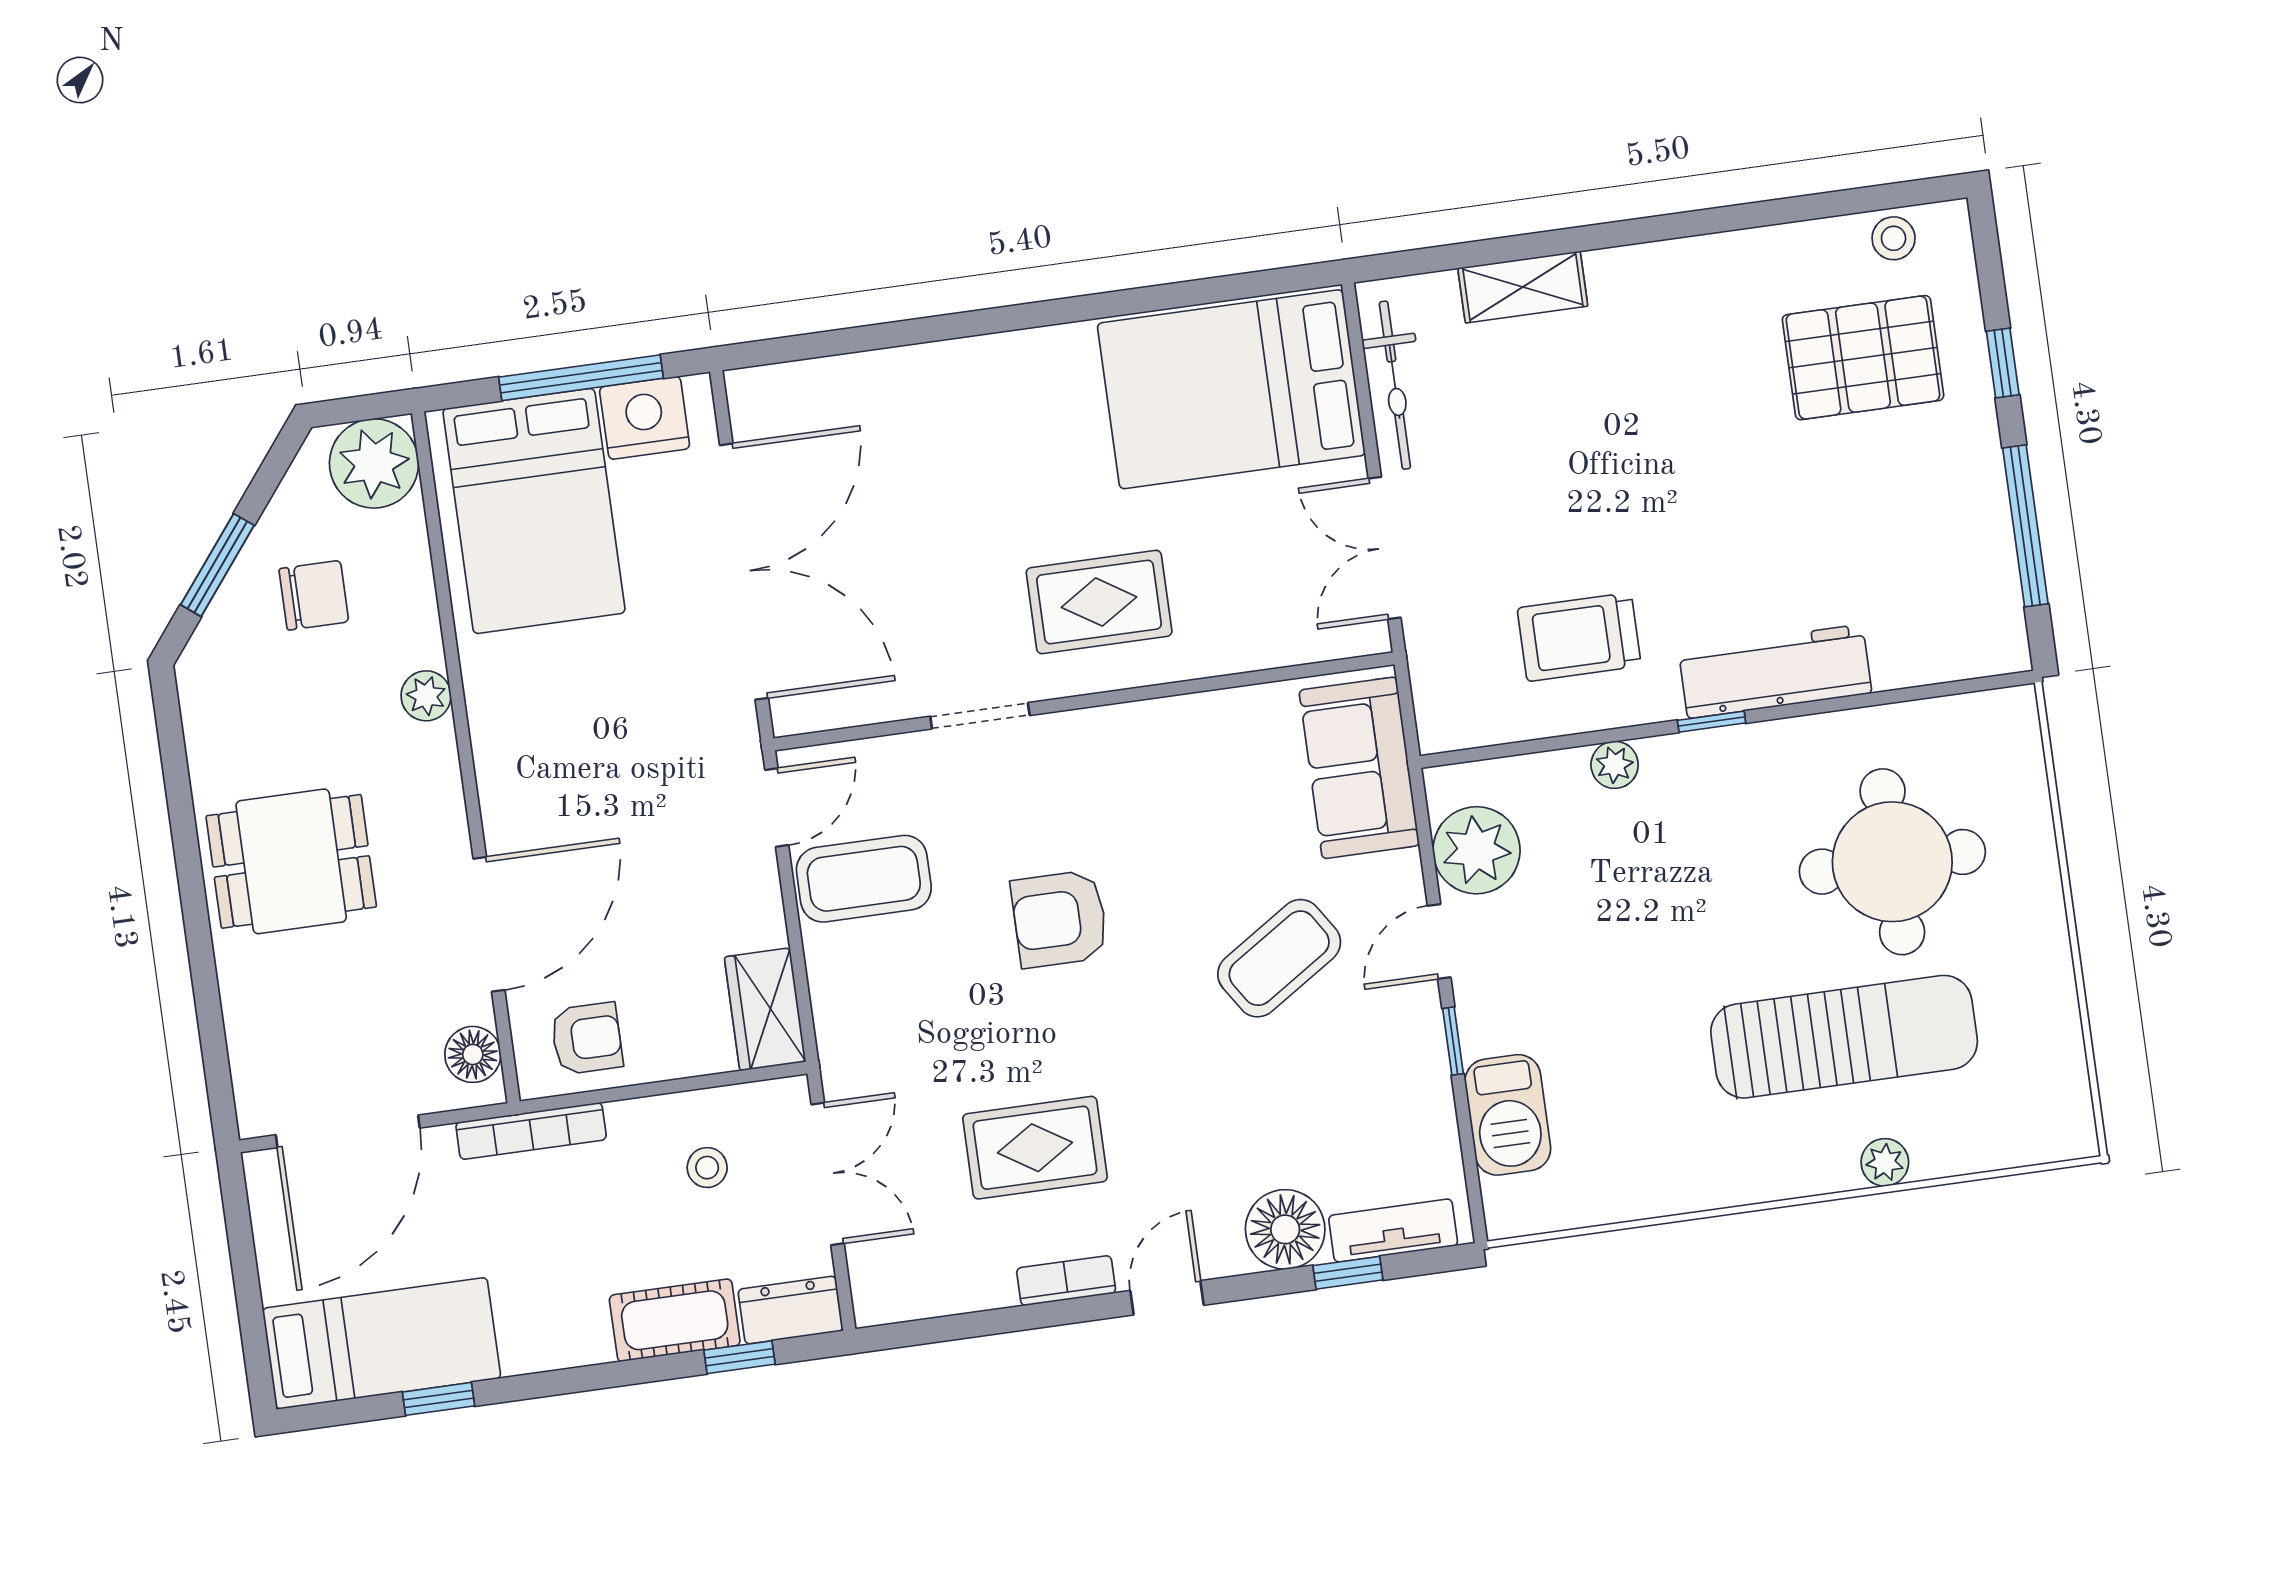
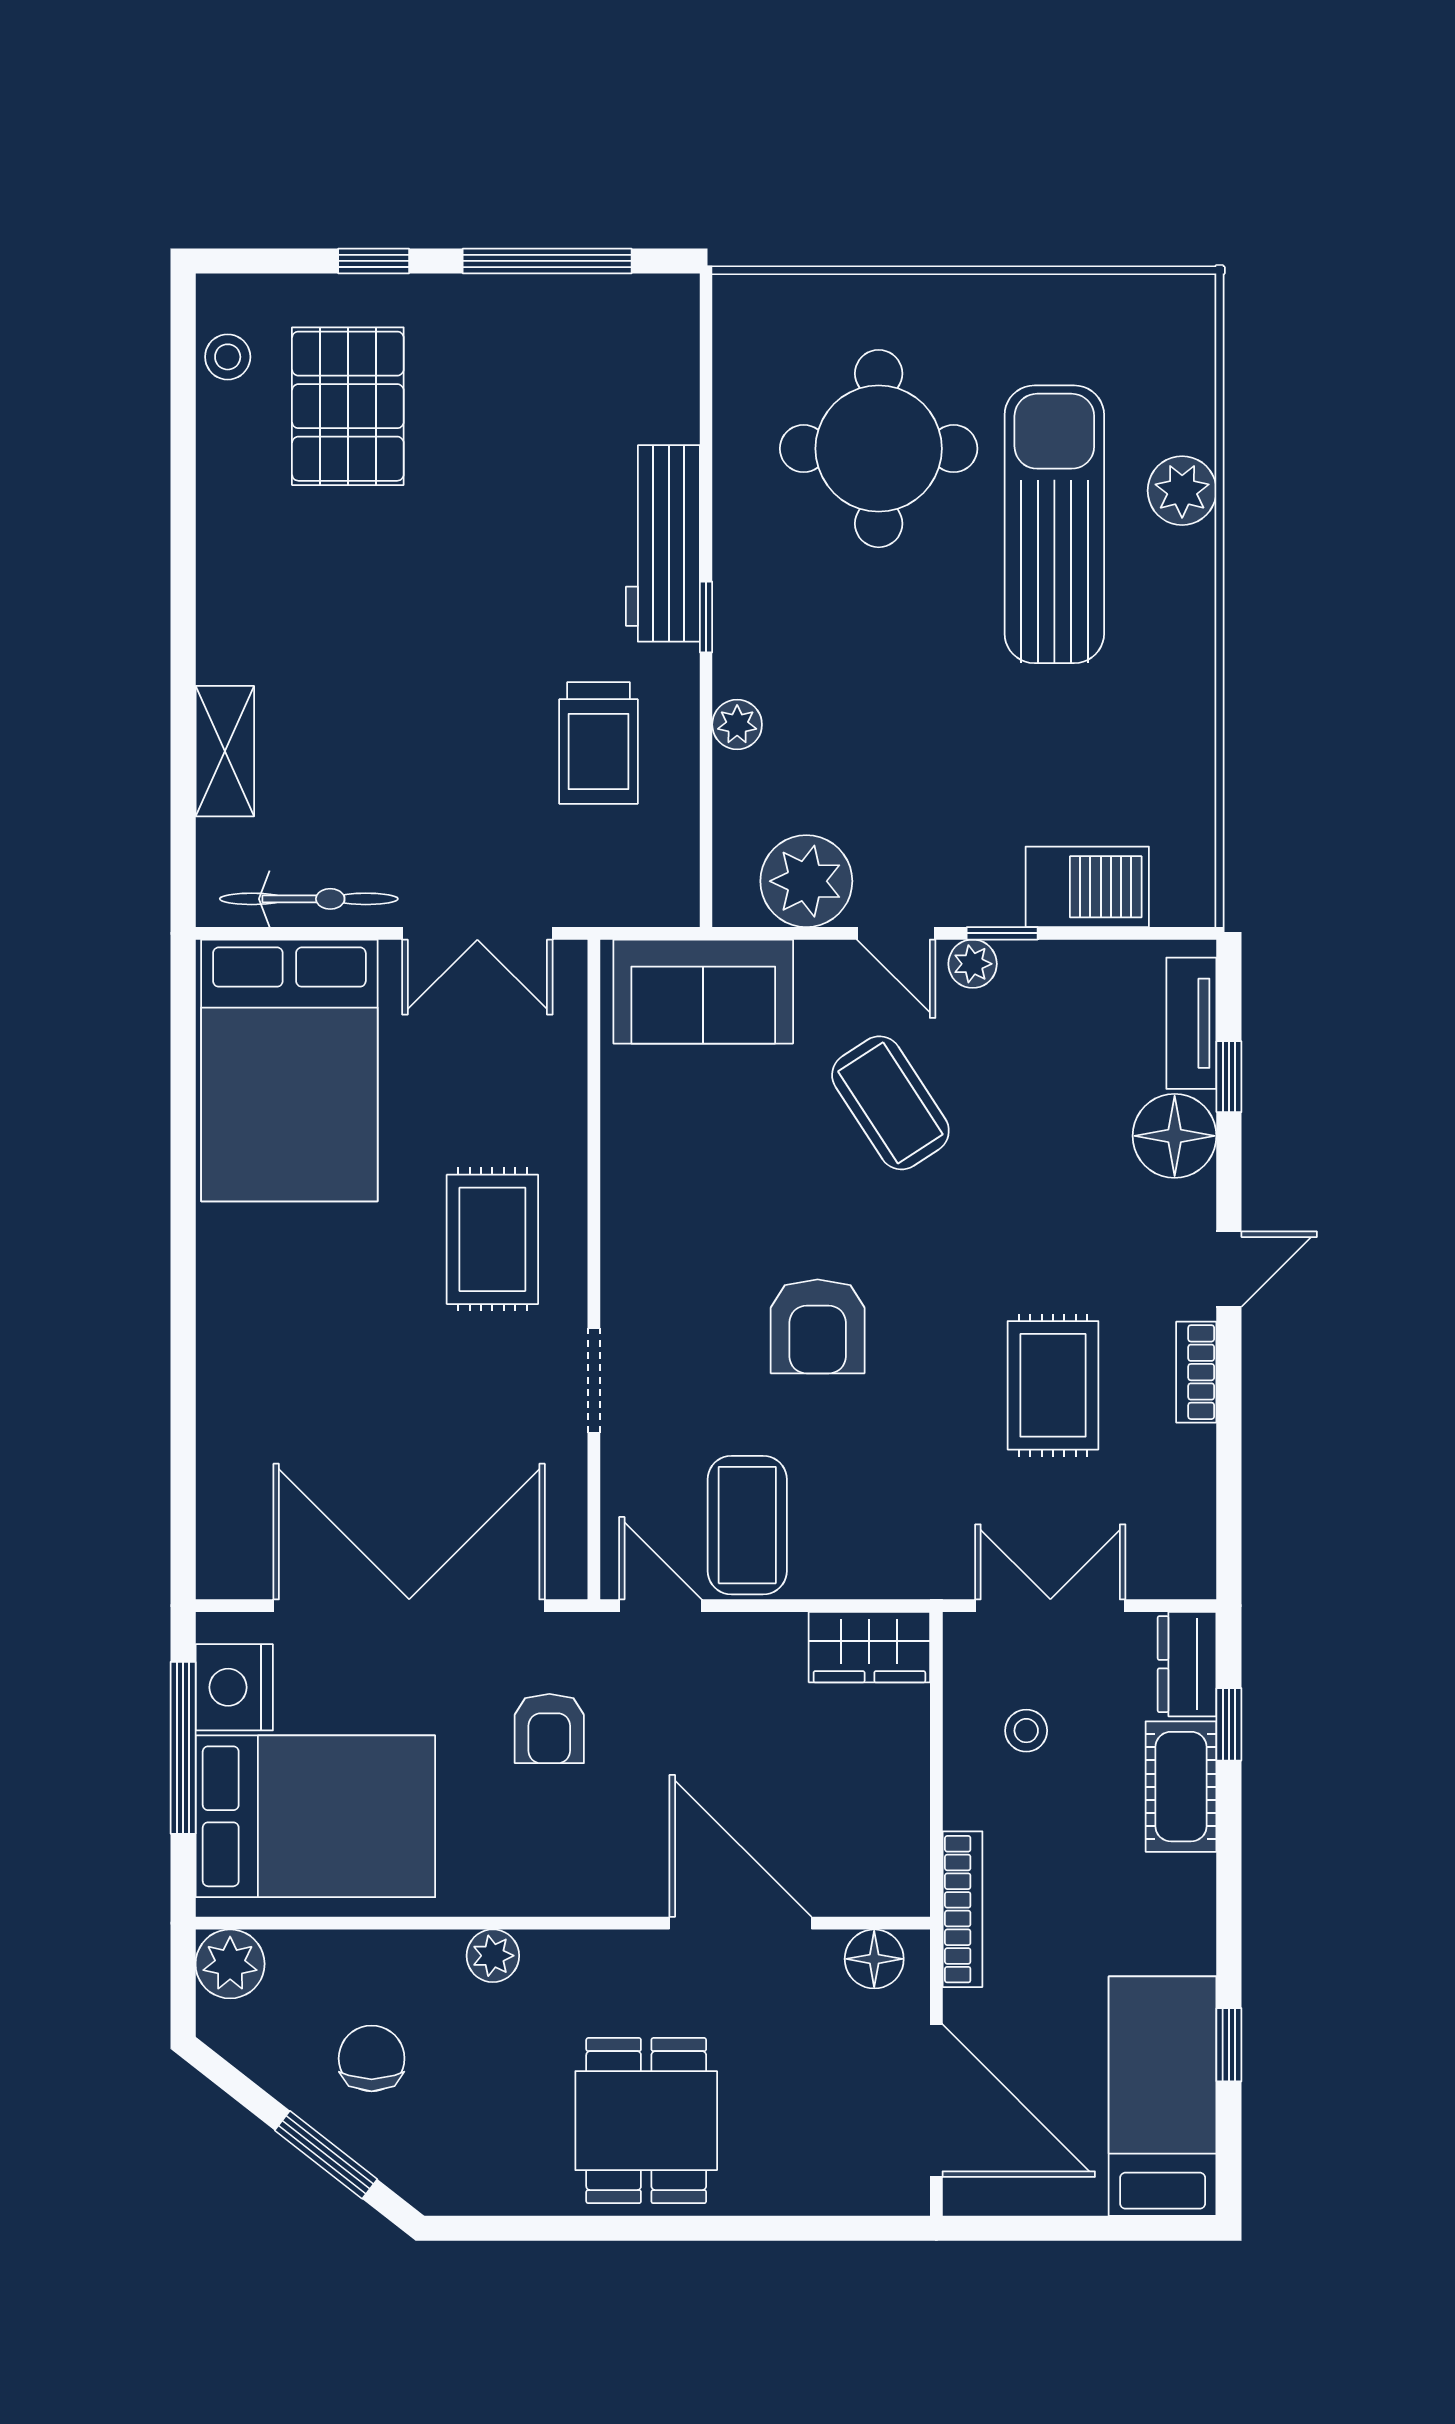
plant: (374, 463) -> (230, 1964), width x0.73, depth x0.73
plant: (1421, 1017) -> (973, 964), added
armchair: (587, 1038) -> (549, 1729), moved, turned 180
plant: (1885, 1162) -> (1182, 491), width x1.38, depth x1.38
door: (1167, 1298) -> (1229, 1269), swing flipped

